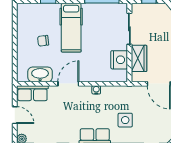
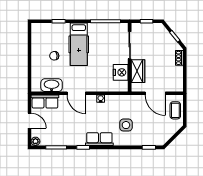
door: (68, 84) -> (76, 93), swing flipped

